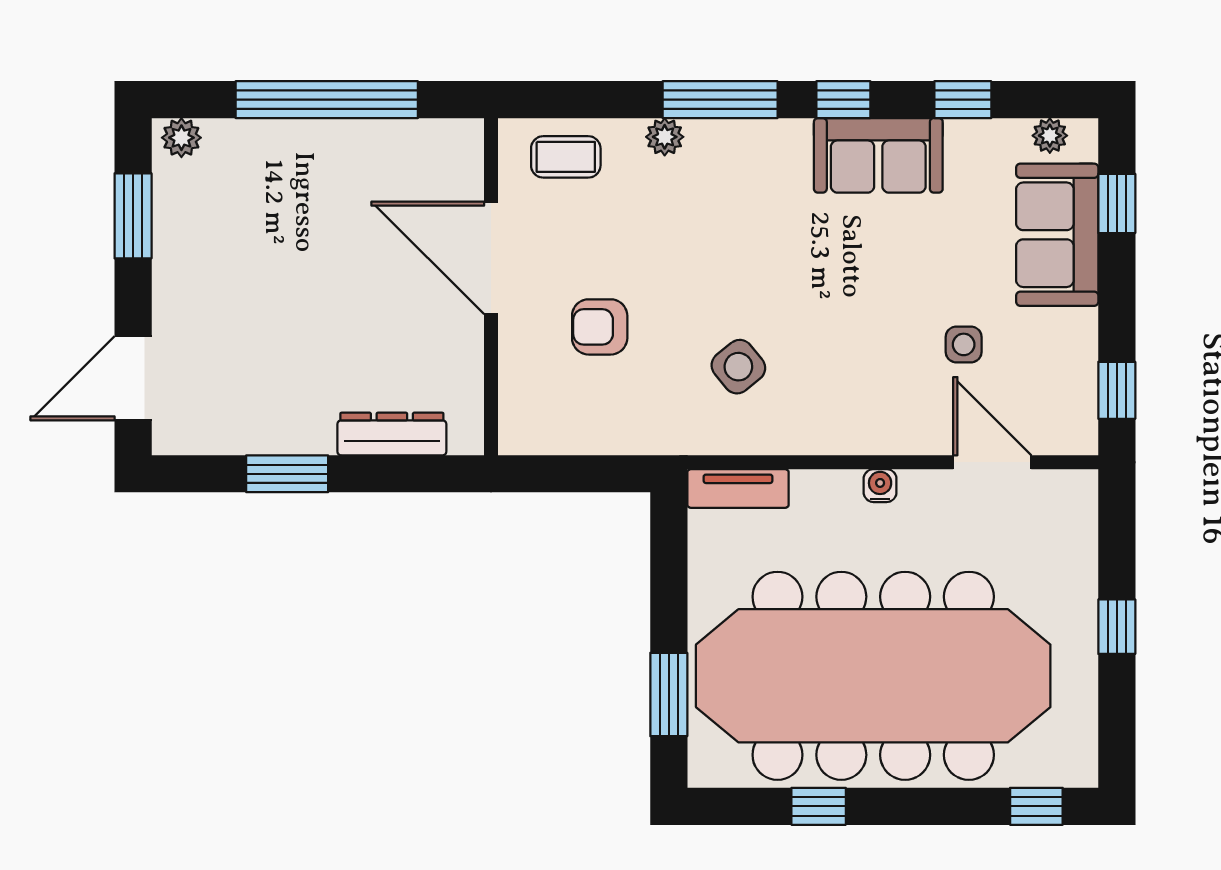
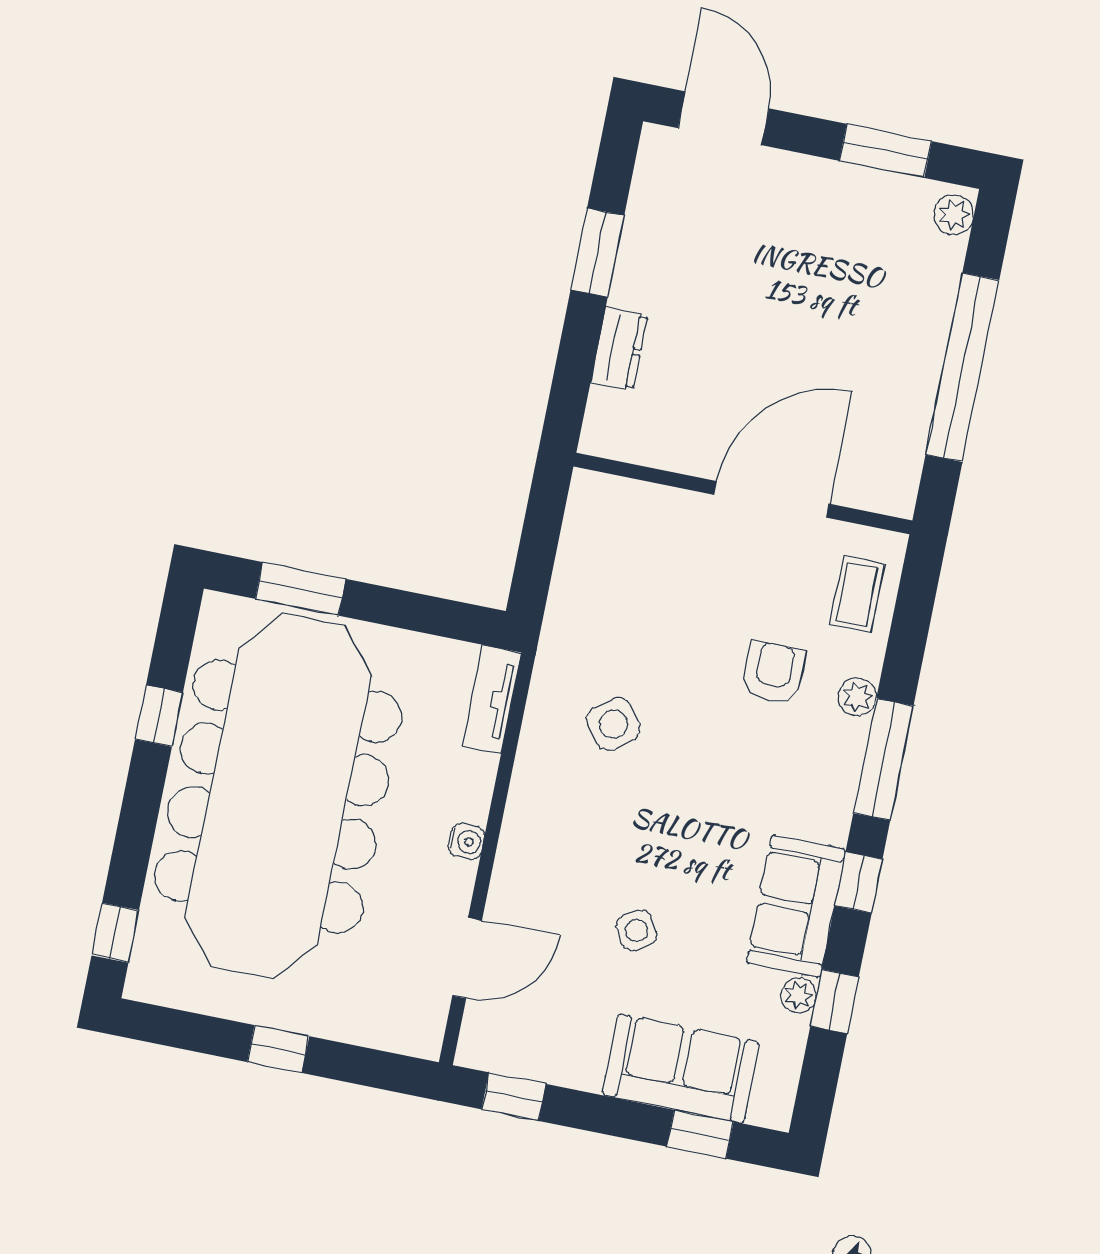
plant: (1050, 136) -> (799, 995), moved
armchair: (600, 327) -> (773, 673), moved
side table: (964, 344) -> (637, 930), moved, turned -31
dresser: (392, 434) -> (619, 349), width x0.70

